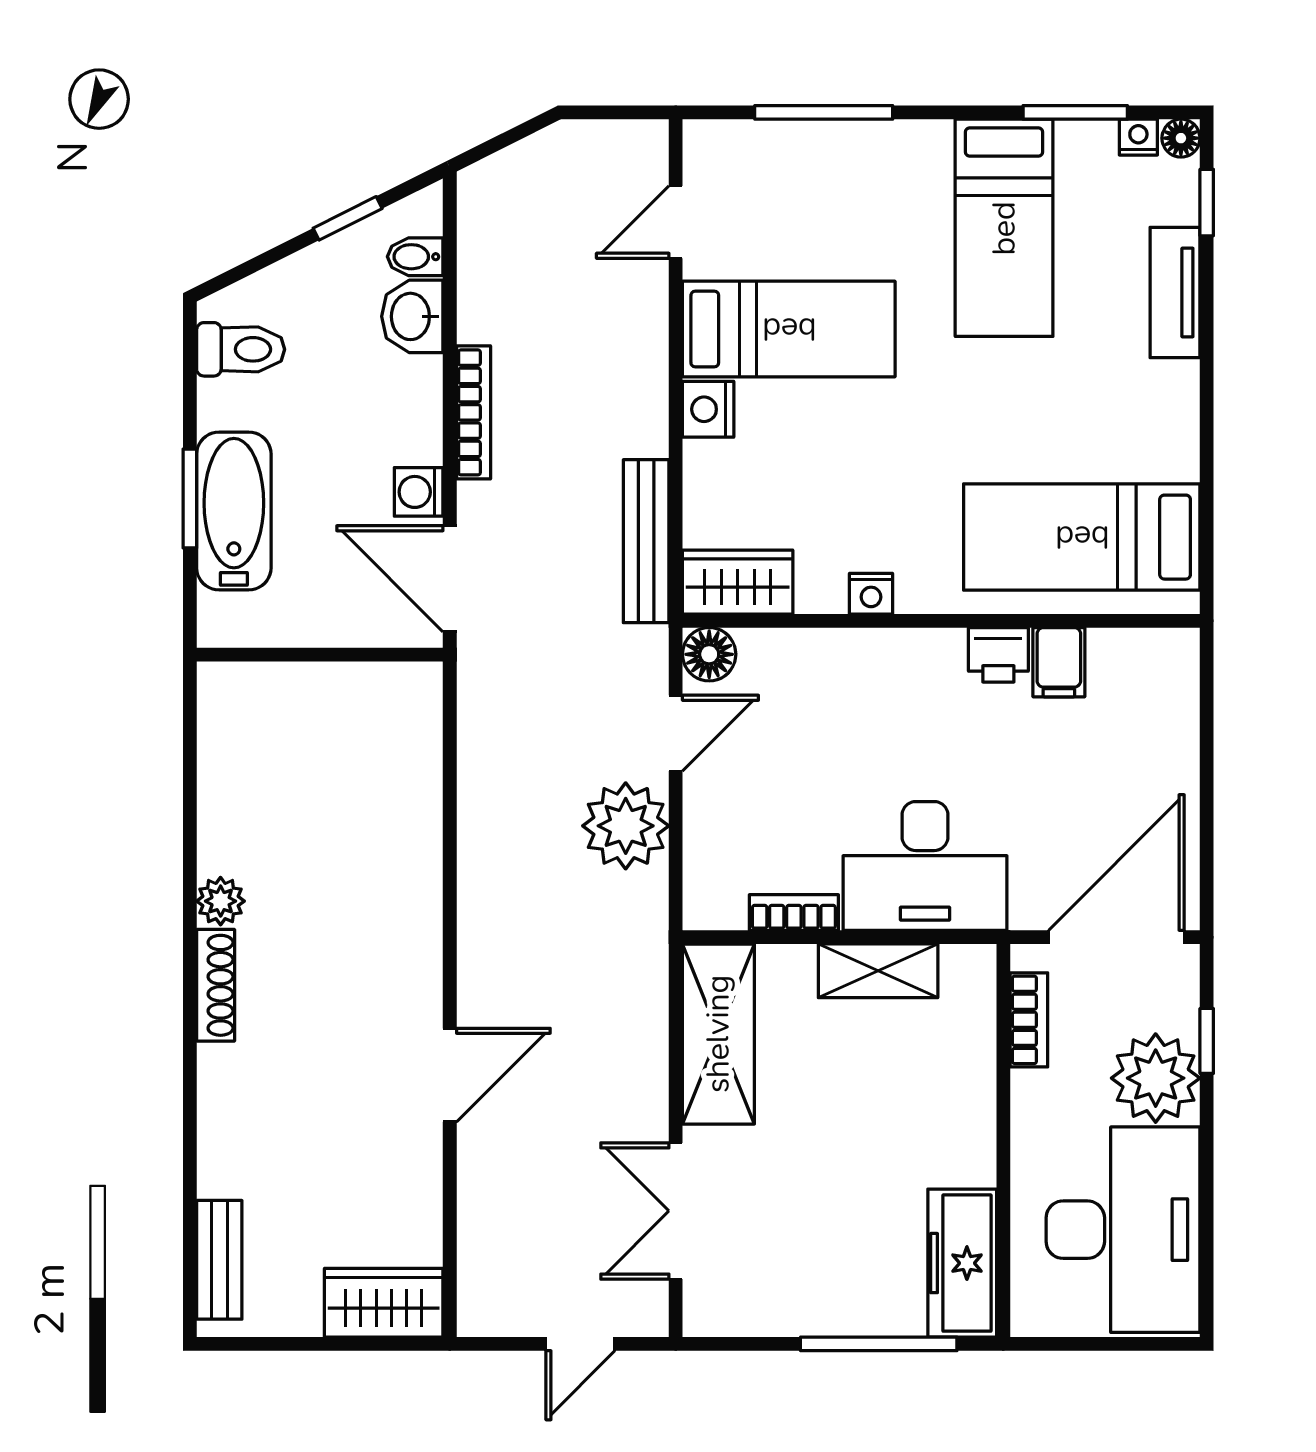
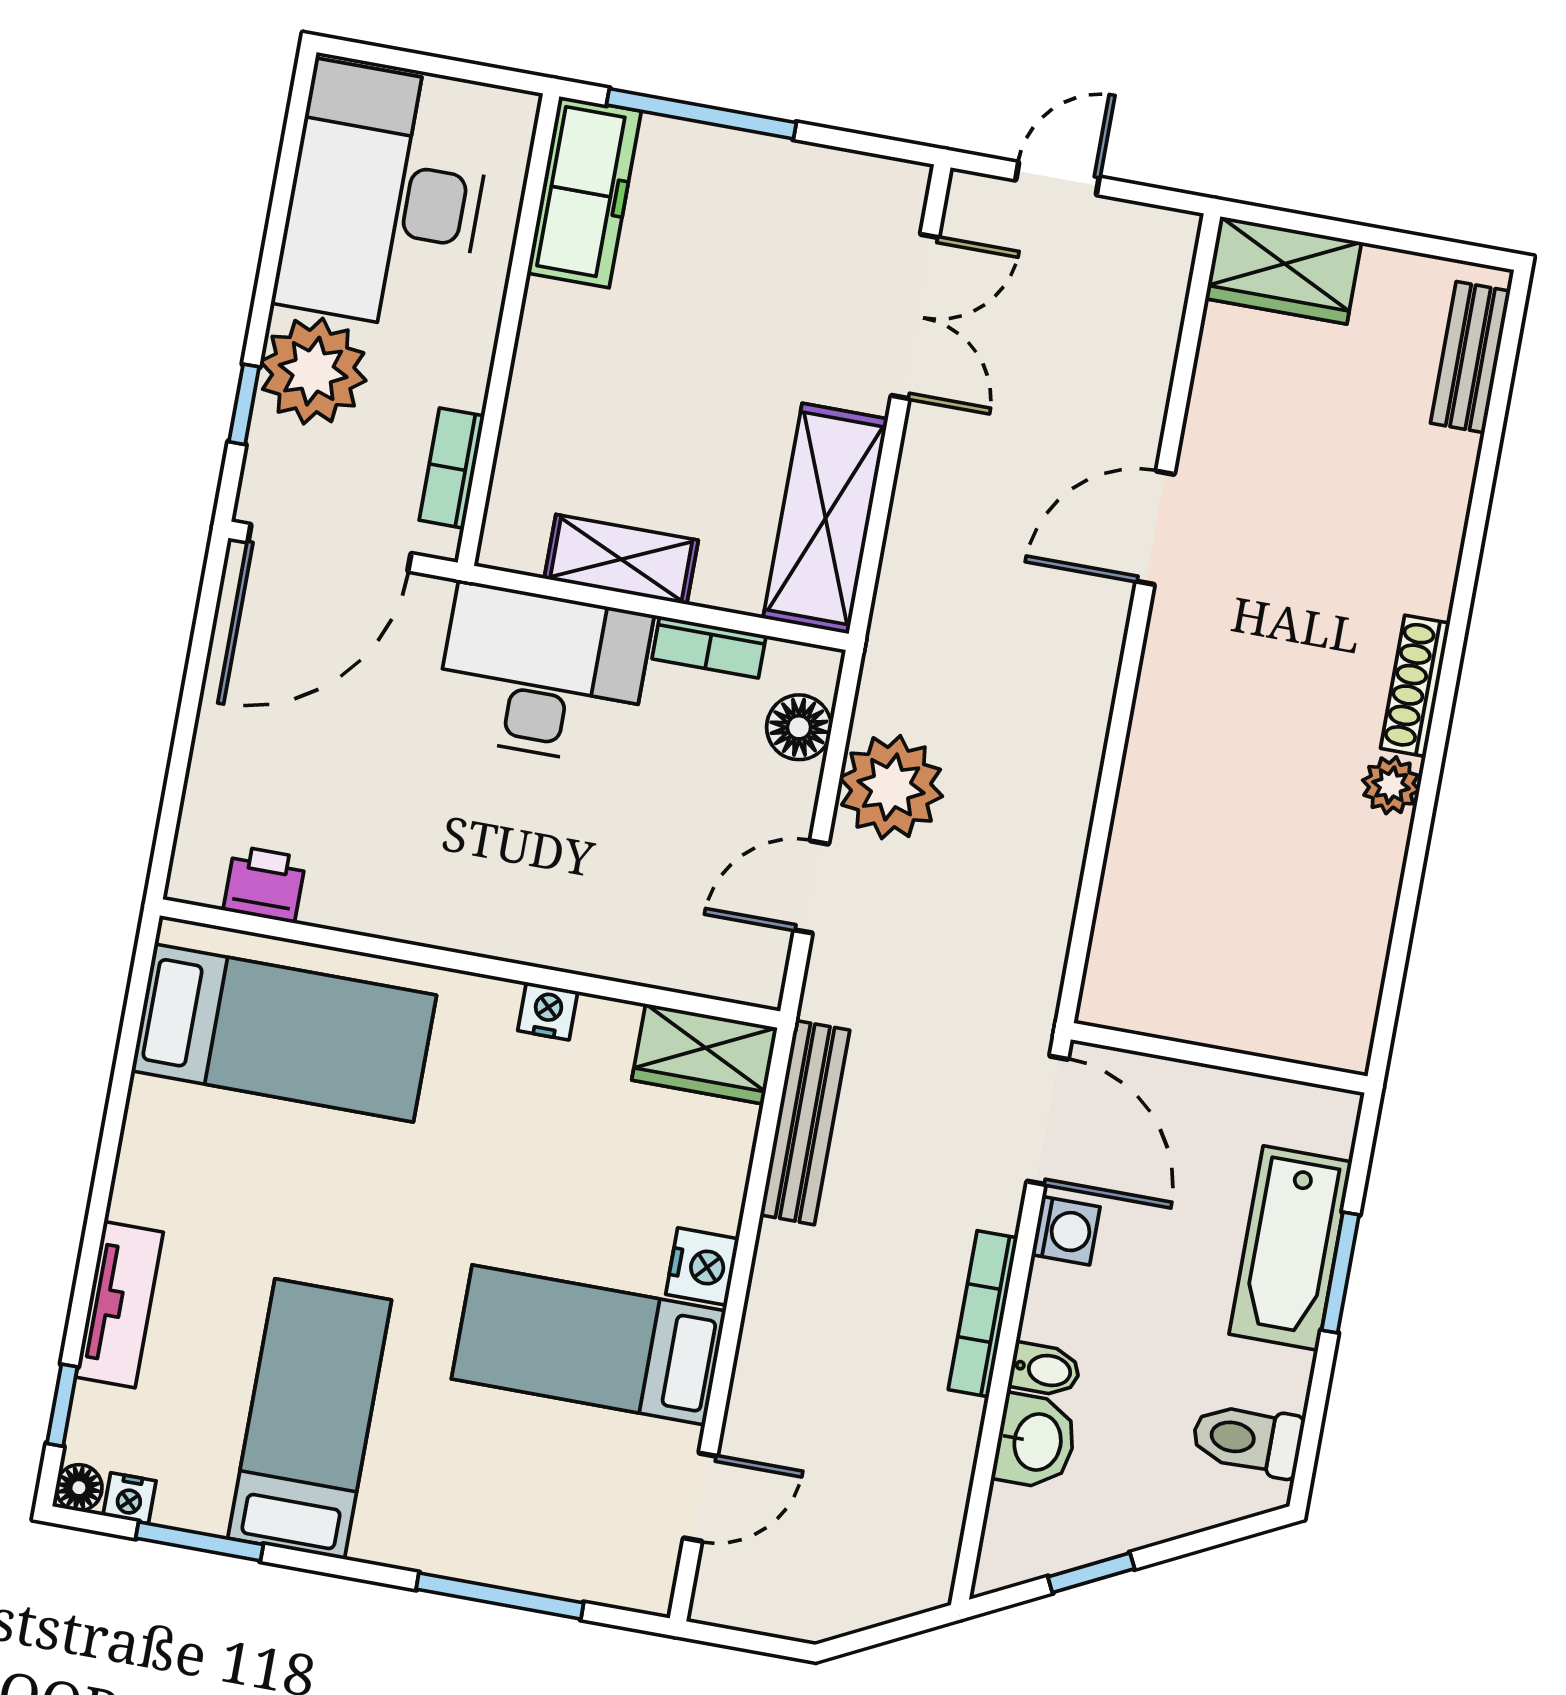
bidet: (415, 257) -> (1045, 1370), moved
floor lamp: (709, 654) -> (799, 727), moved
printer: (998, 655) -> (265, 884), moved
filing cabinet: (1059, 662) -> (338, 888), removed

